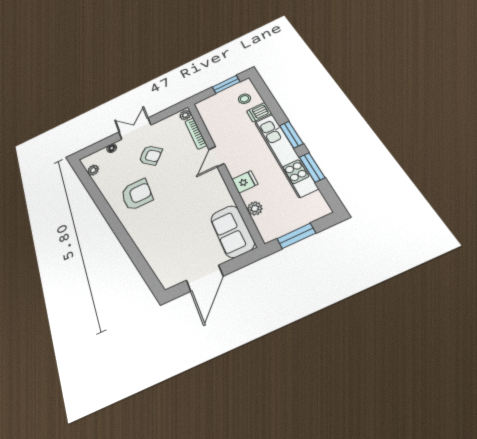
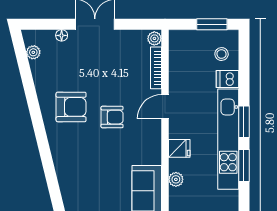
armchair: (151, 155) -> (112, 117), moved, turned -42

